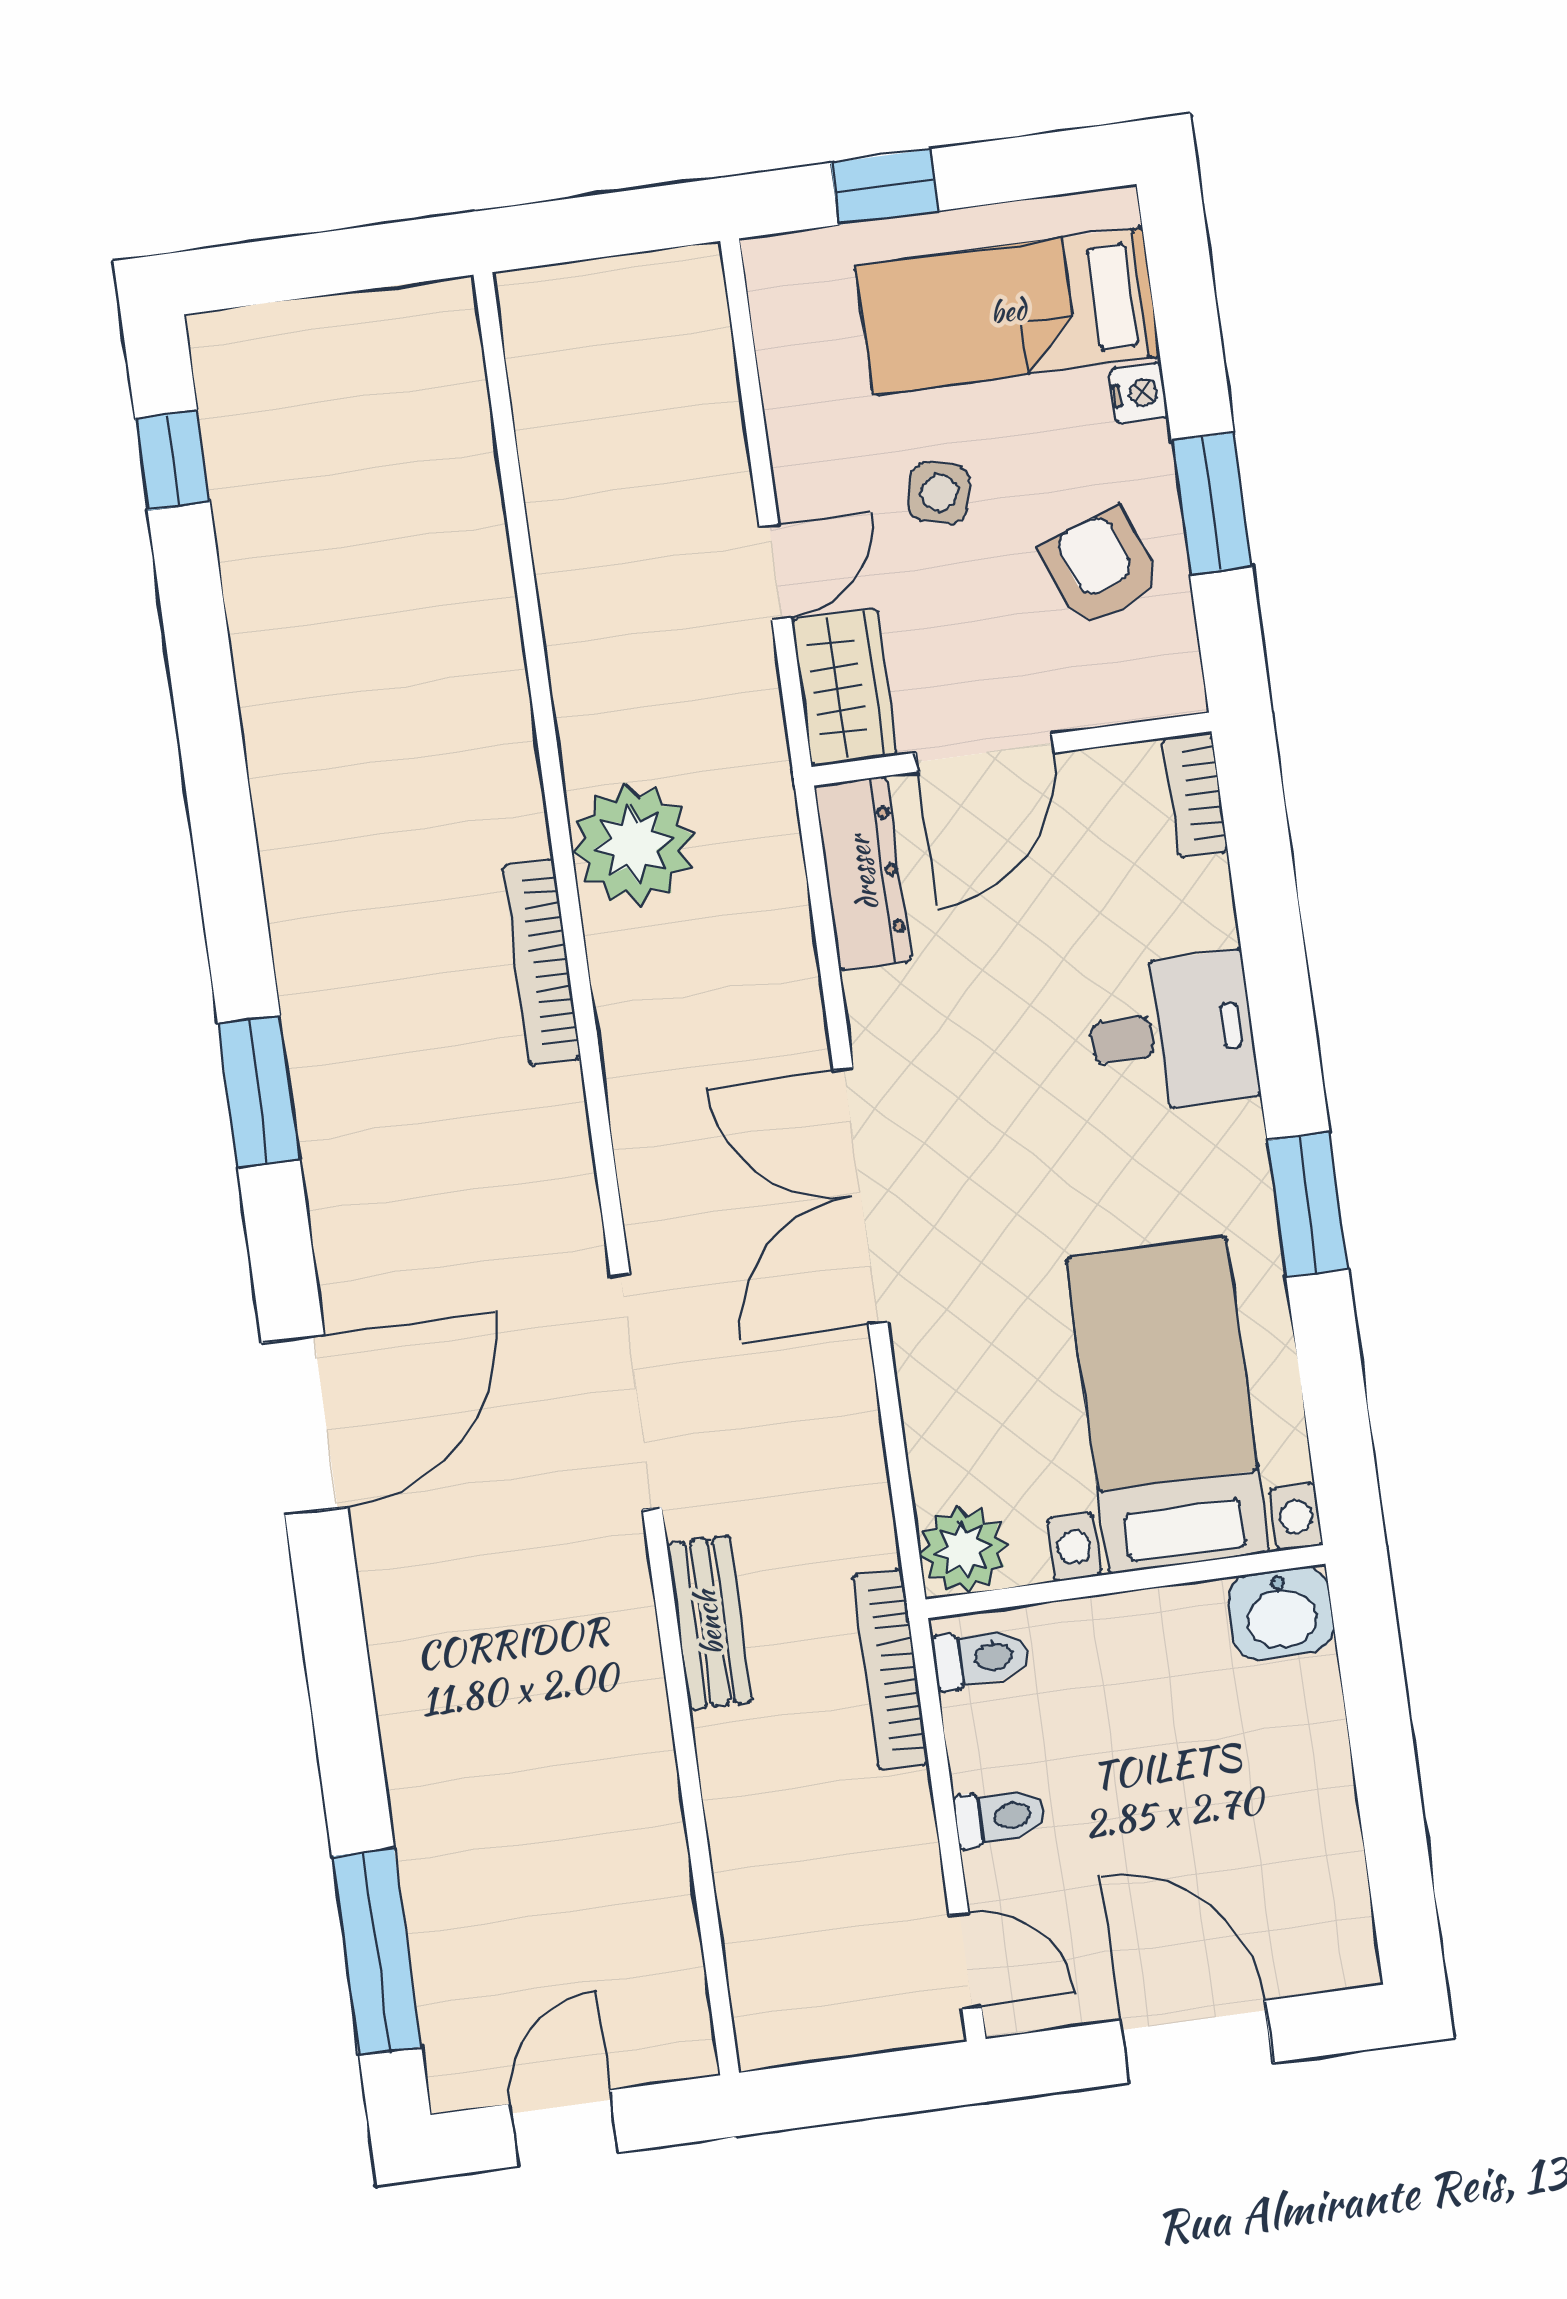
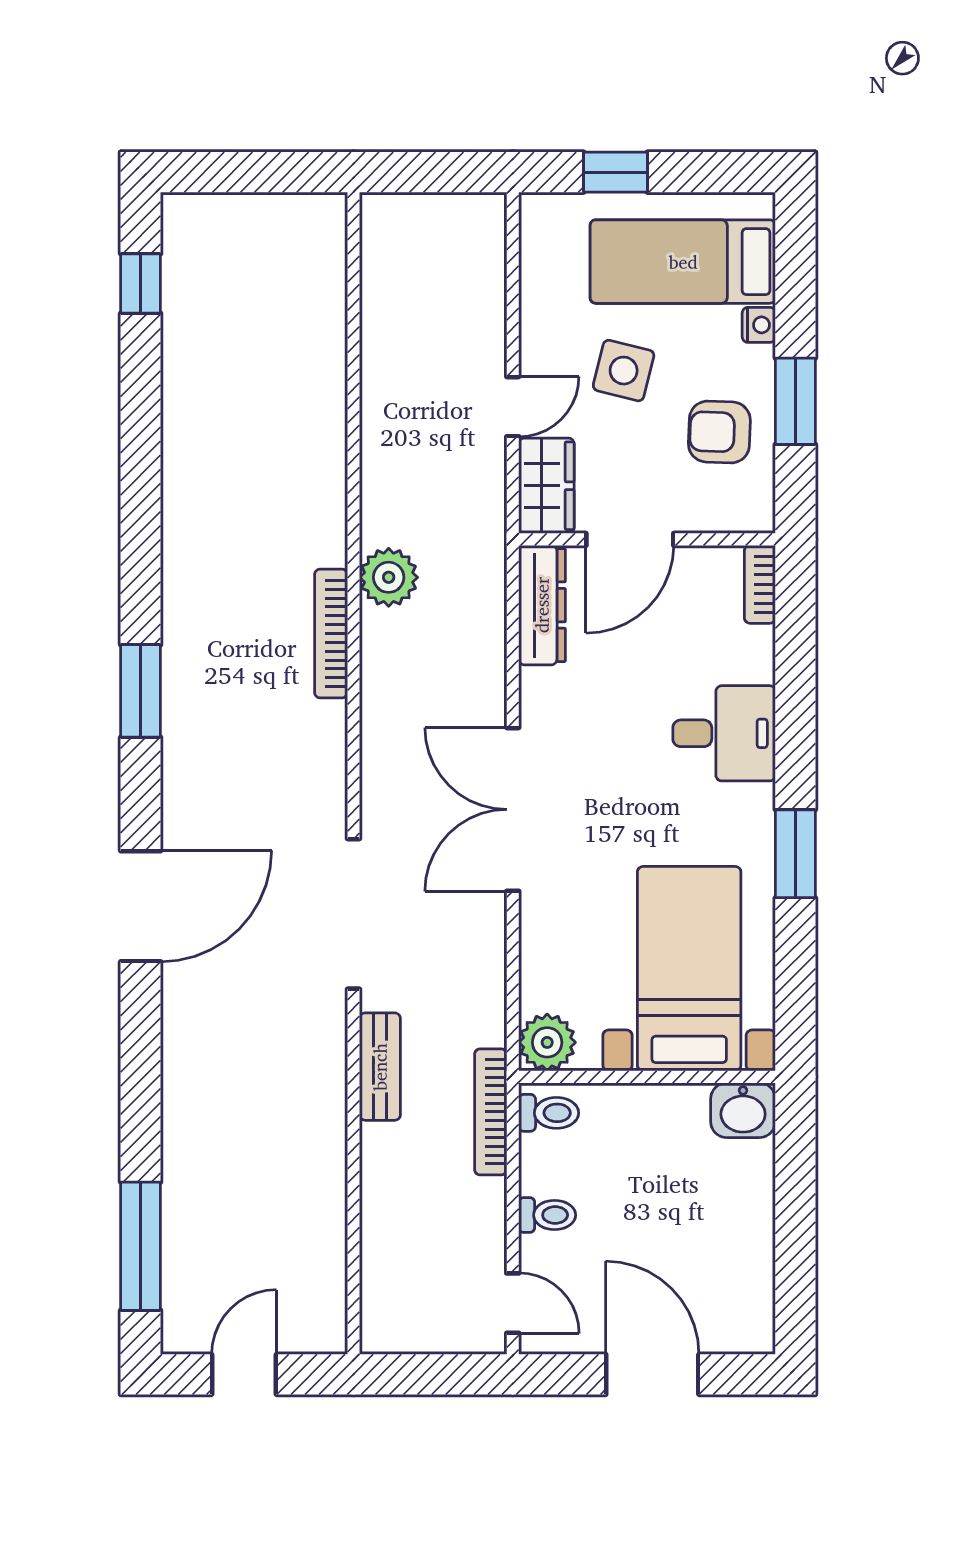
side table: (939, 493) -> (624, 371), width x1.37, depth x1.37
armchair: (1101, 567) -> (719, 432), turned -67
plant: (633, 844) -> (389, 577), width x0.73, depth x0.73

